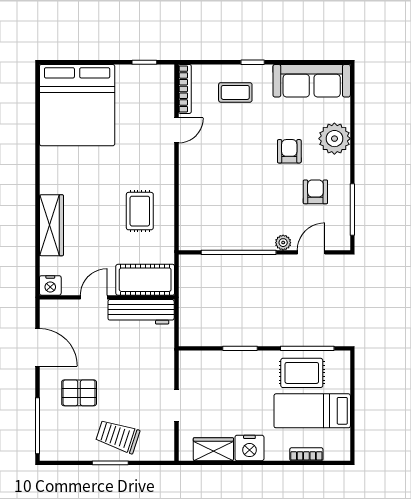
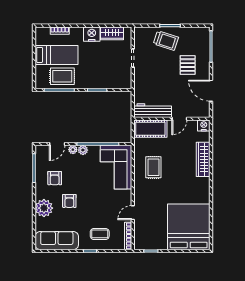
corner sofa: (206, 211) -> (116, 167), added
plant: (265, 242) -> (83, 150), added
pallet: (79, 393) -> (188, 65), turned 90

